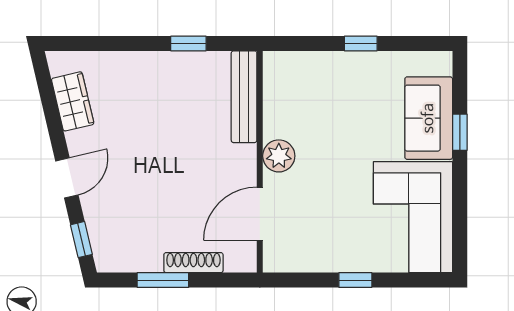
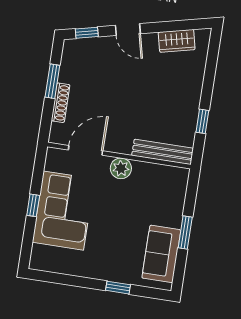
window: (361, 44) -> (185, 232), width x1.50
sofa: (429, 118) -> (161, 254), moved, turned -90
door: (260, 214) -> (86, 150), hinge flipped
corner sofa: (413, 217) -> (63, 211), moved, turned 90

